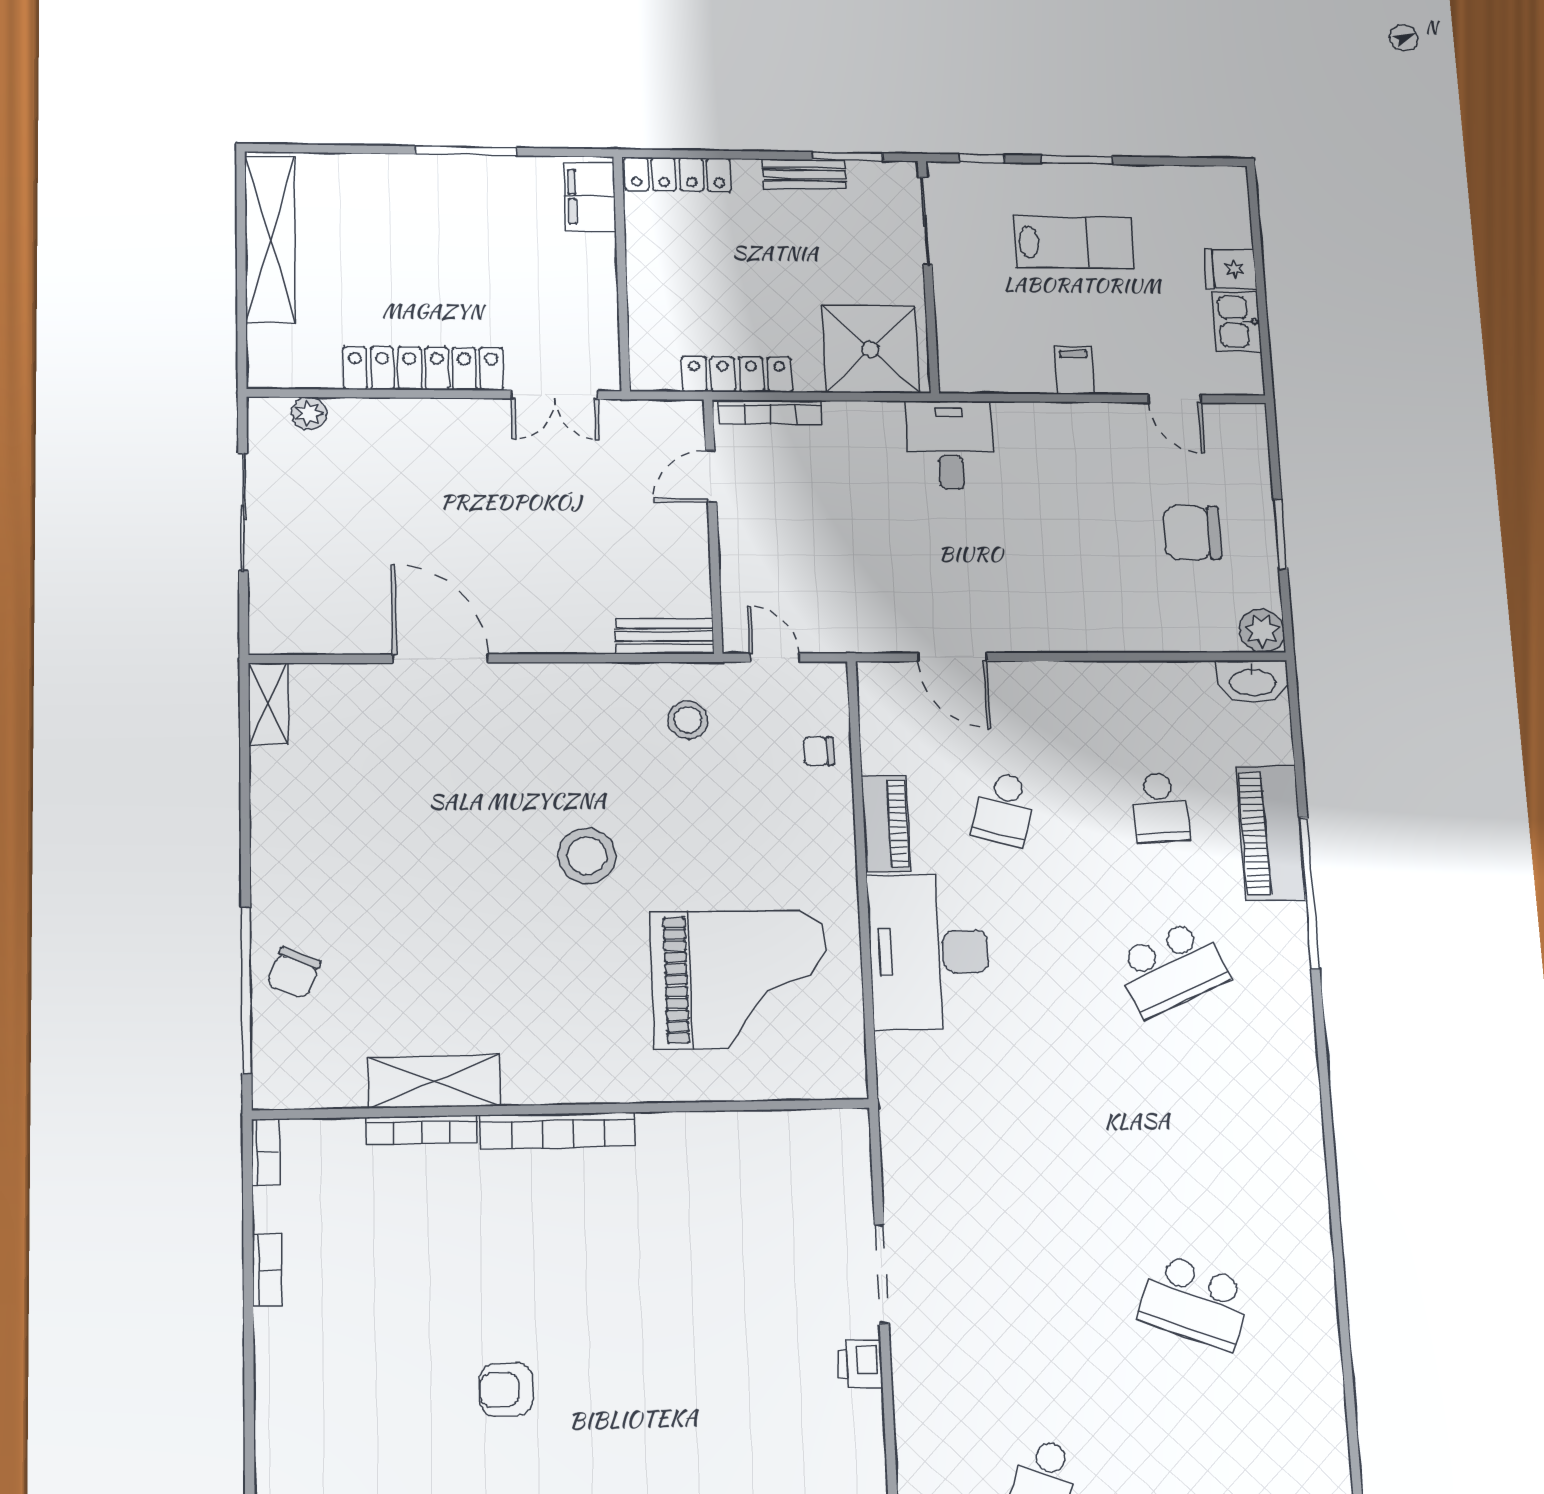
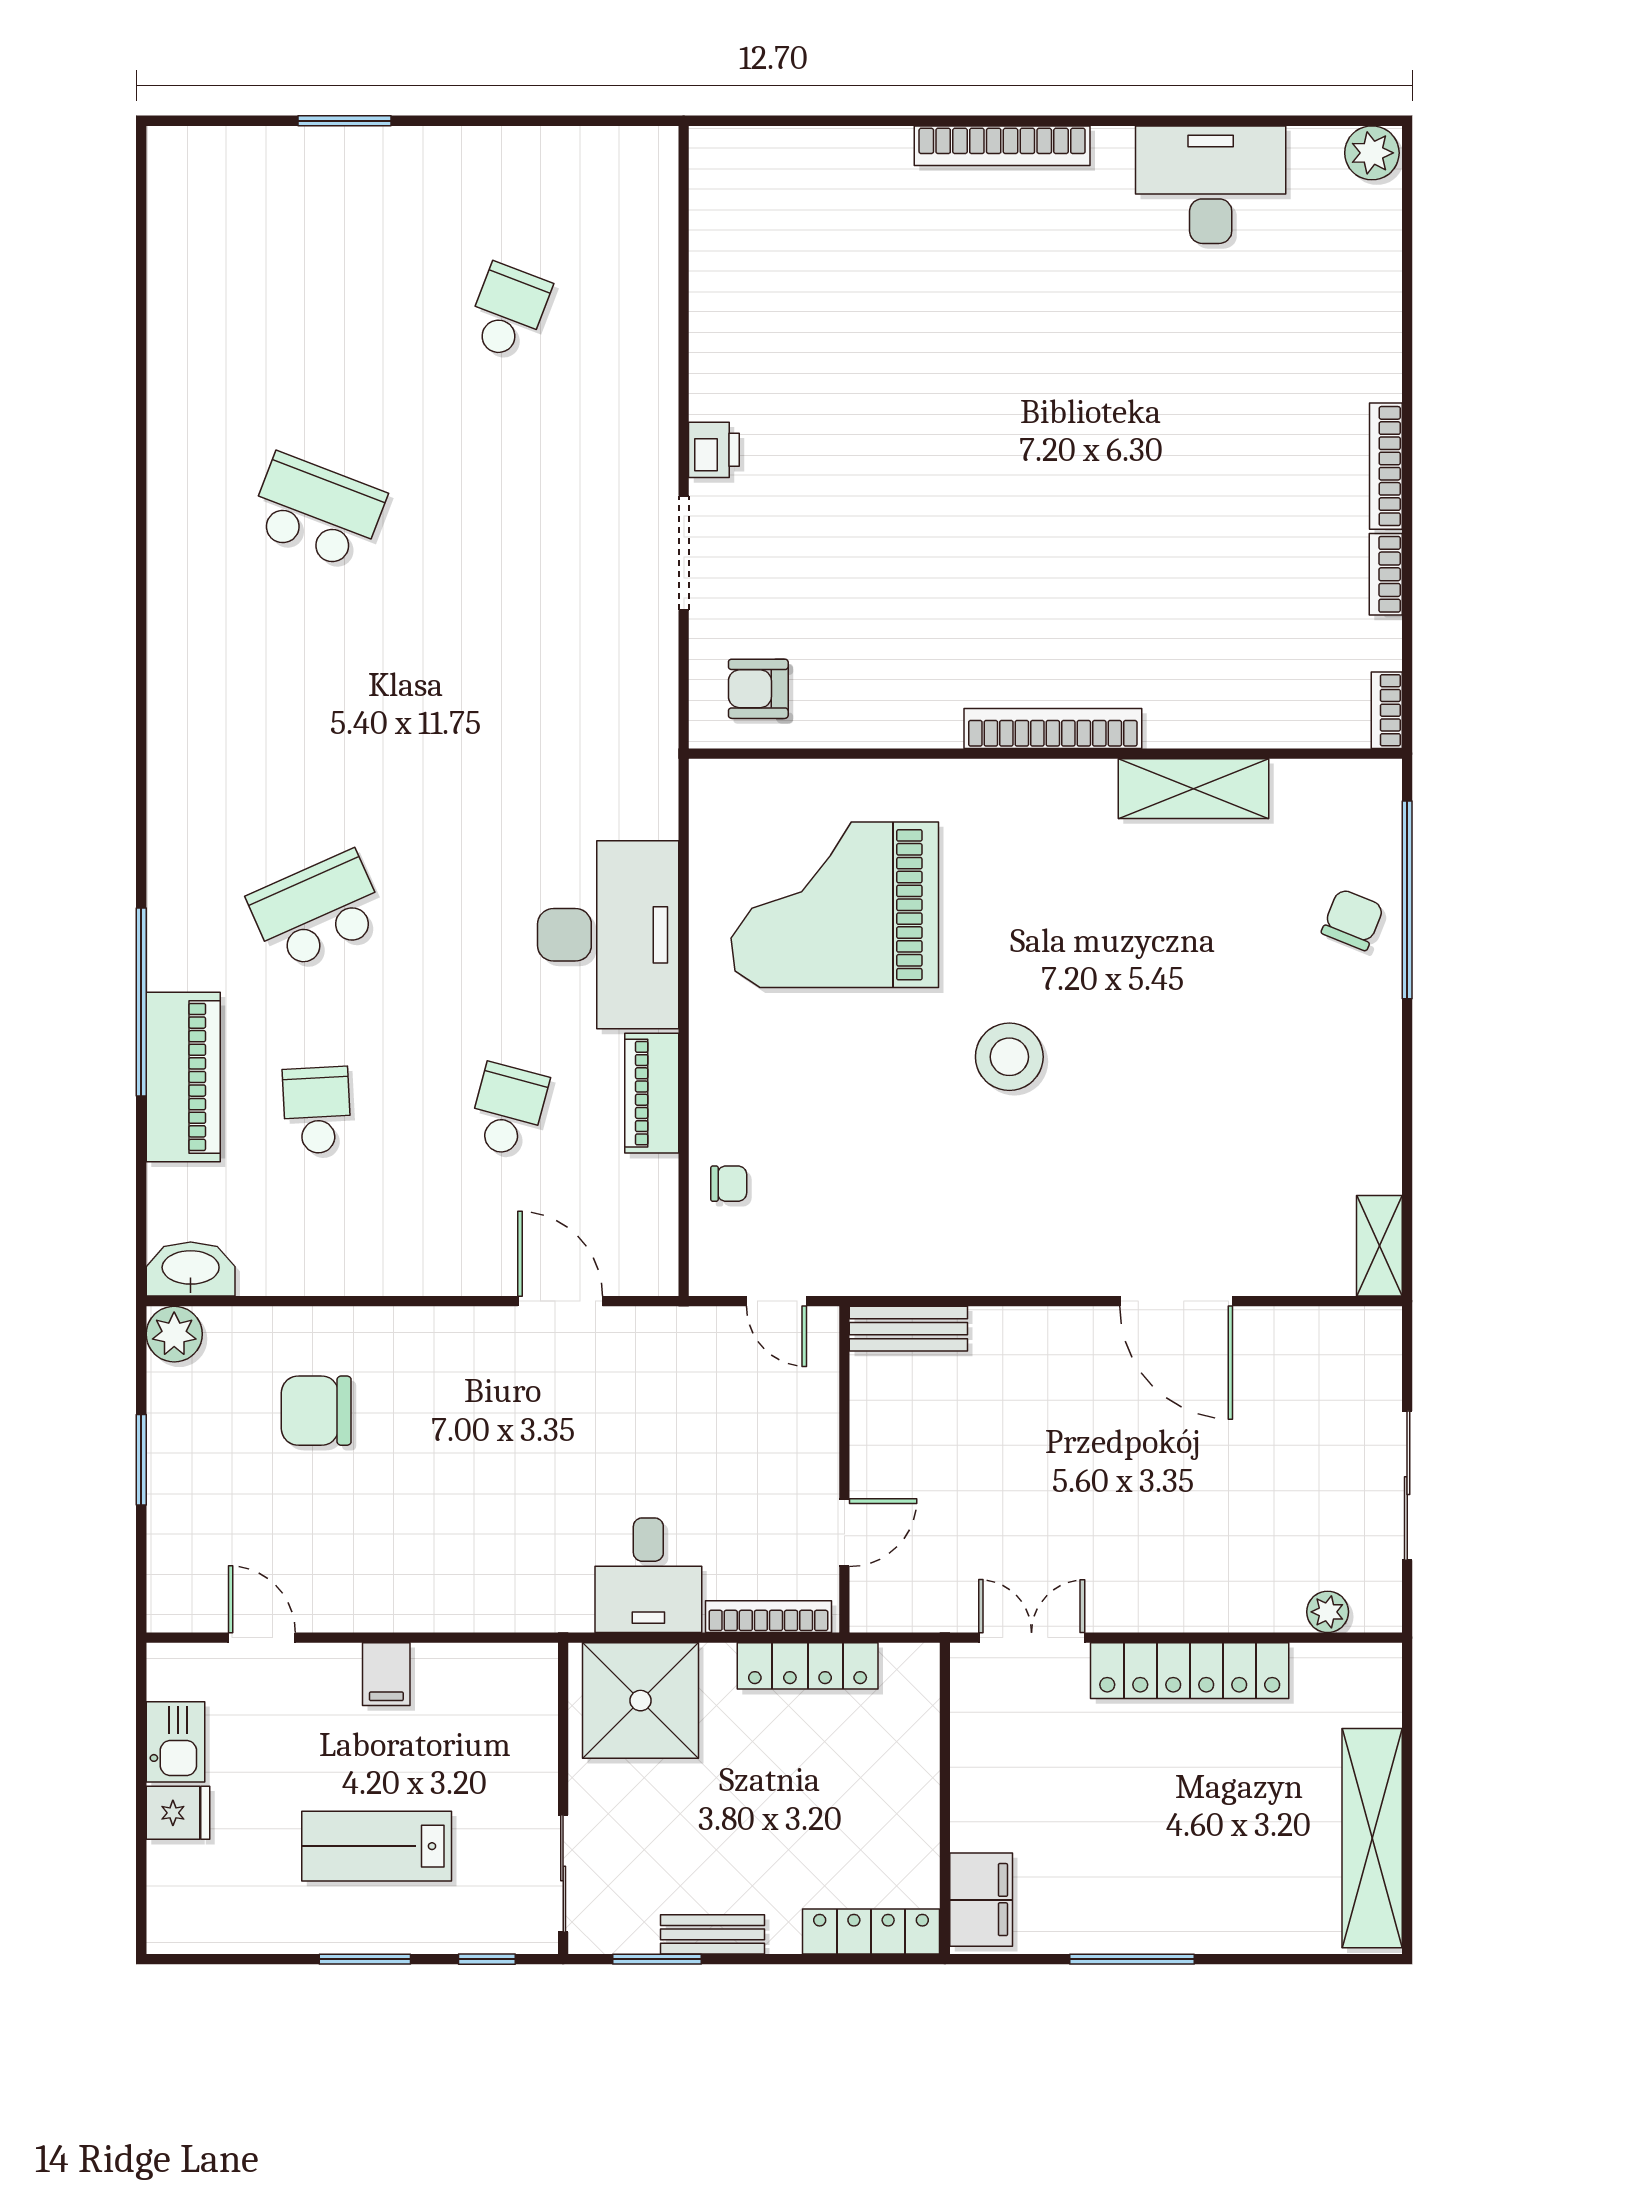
desk: (950, 445) -> (648, 1575), moved
chair: (1192, 533) -> (316, 1411), moved, turned 180
stool: (688, 720) -> (884, 1223), removed
bookcase: (422, 1130) -> (1386, 466), moved, turned -90
armchair: (506, 1390) -> (758, 689), moved, turned 180

